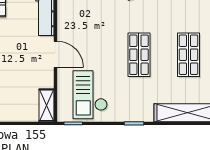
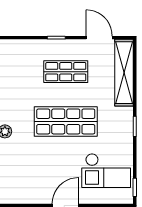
shop shelf: (139, 55) -> (66, 121), width x1.43, depth x1.36

